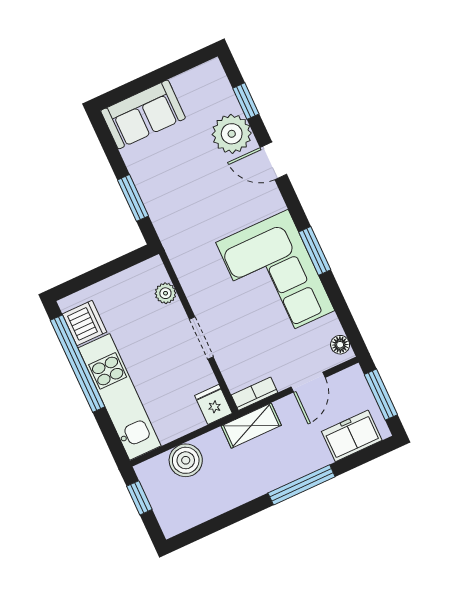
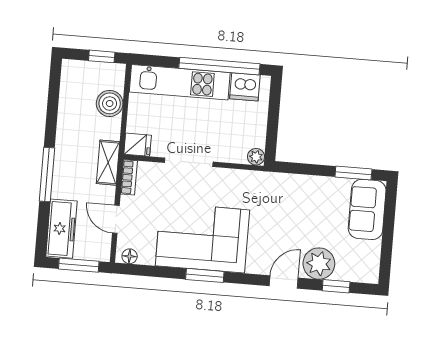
window: (133, 198) -> (353, 173), moved
plant: (165, 293) -> (256, 157), moved
doorway: (201, 338) -> (189, 162), width x1.38
freezer: (352, 436) -> (61, 229), width x1.40

